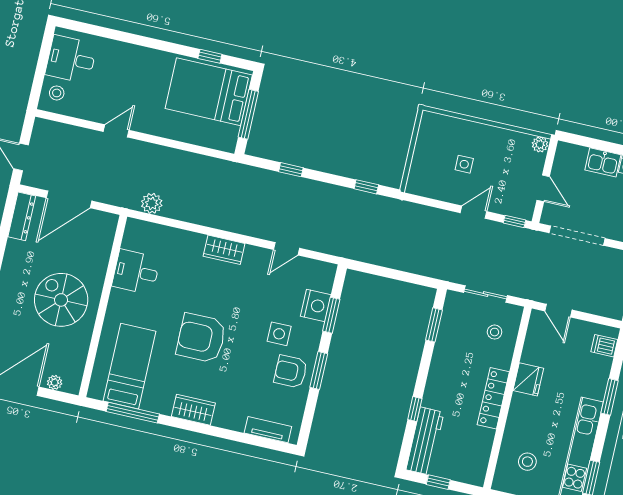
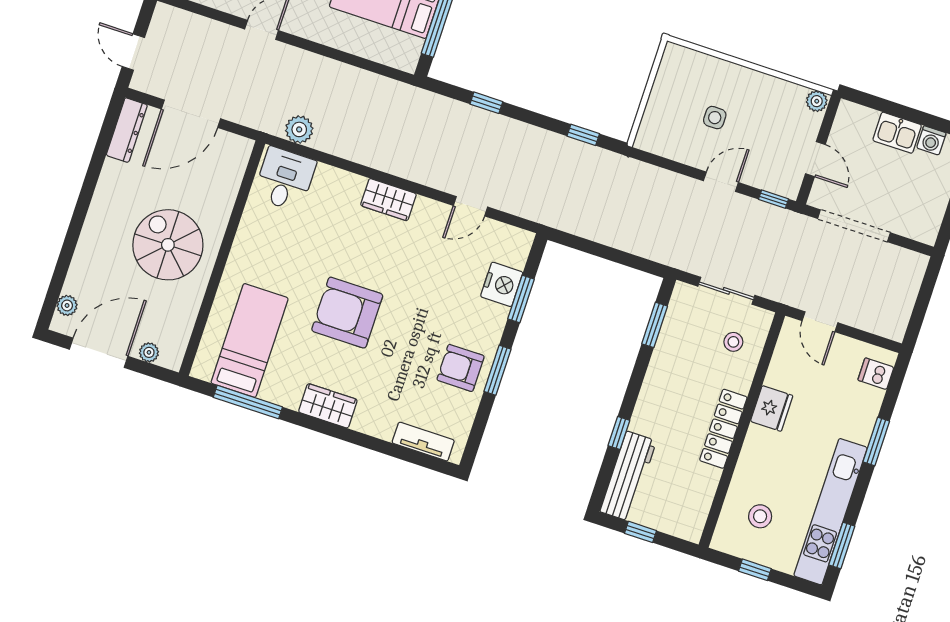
desk: (136, 272) -> (285, 179), moved, turned 90
side table: (279, 334) -> (450, 317), removed

